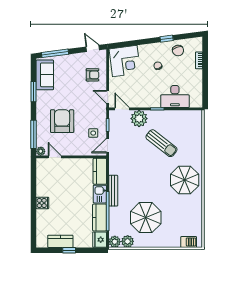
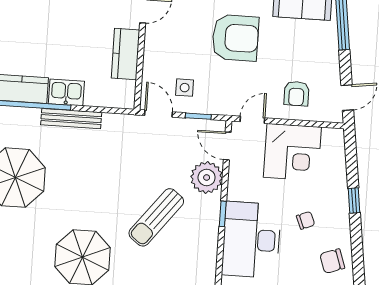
window: (167, 39) -> (354, 201), moved
corner desk: (125, 61) -> (292, 152), moved, turned -83
desk: (175, 97) -> (251, 240), width x1.36, depth x1.30
door: (122, 109) -> (227, 146), swing flipped
armchair: (62, 121) -> (235, 38), moved
kitchen counter: (100, 171) -> (126, 54), moved, turned -90

